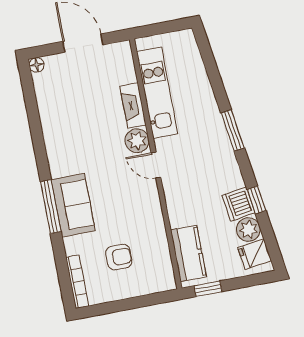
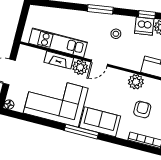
corner sofa: (73, 128) -> (56, 101), added
stool: (209, 169) -> (116, 34), added
window: (51, 207) -> (81, 132), moved
plant: (154, 229) -> (136, 82), added

